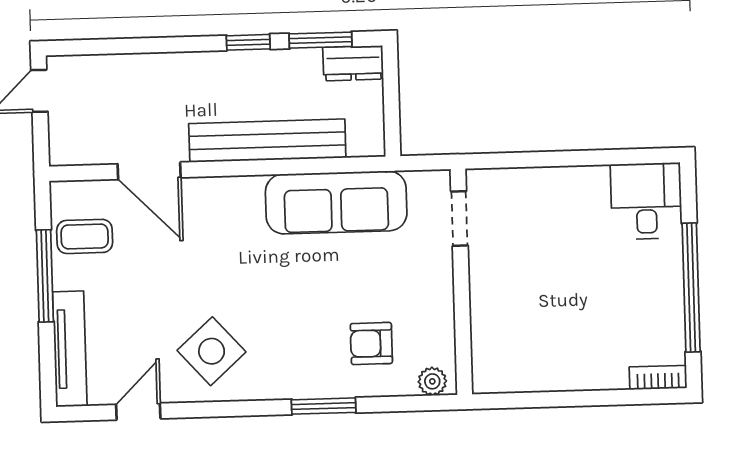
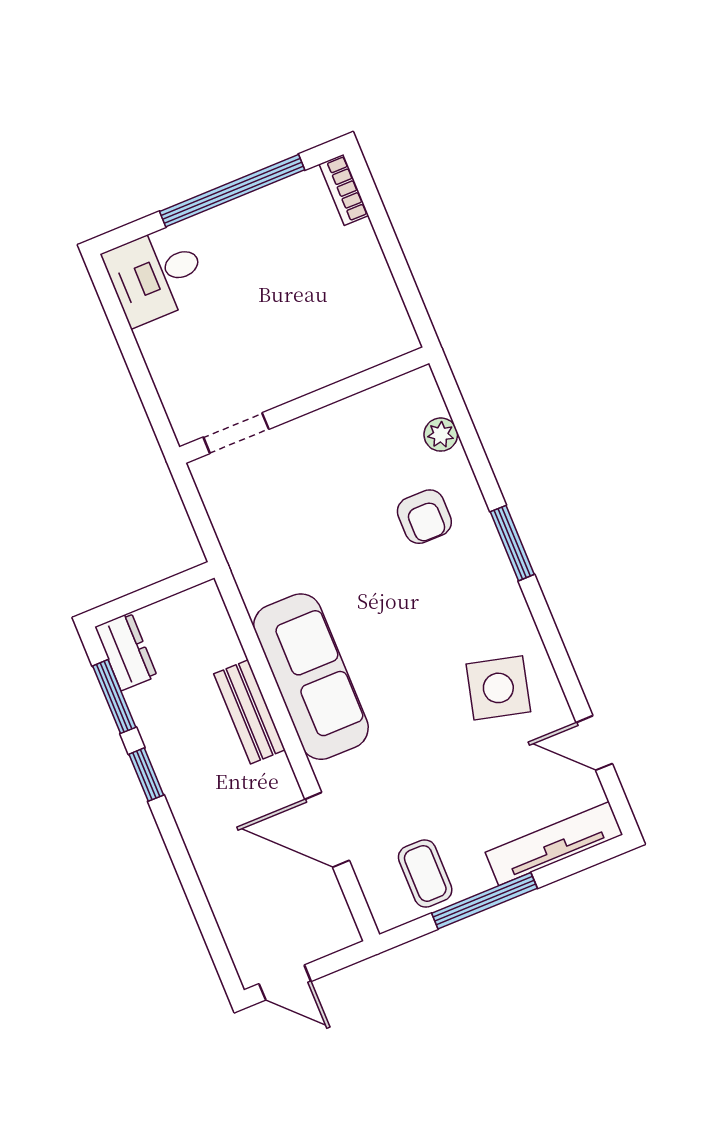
bench: (267, 141) -> (249, 712), width x0.54, depth x0.82
door: (149, 171) -> (327, 830), swing flipped
sofa: (336, 202) -> (311, 677), moved
doorway: (459, 219) -> (236, 433), moved
wall: (461, 282) -> (304, 405), moved
side table: (212, 351) -> (498, 688), turned -34

